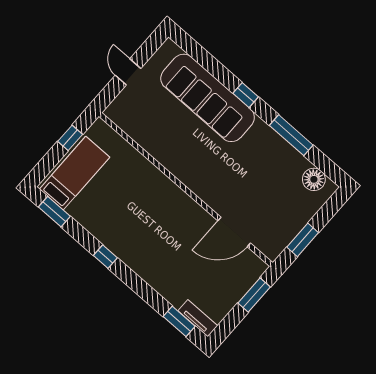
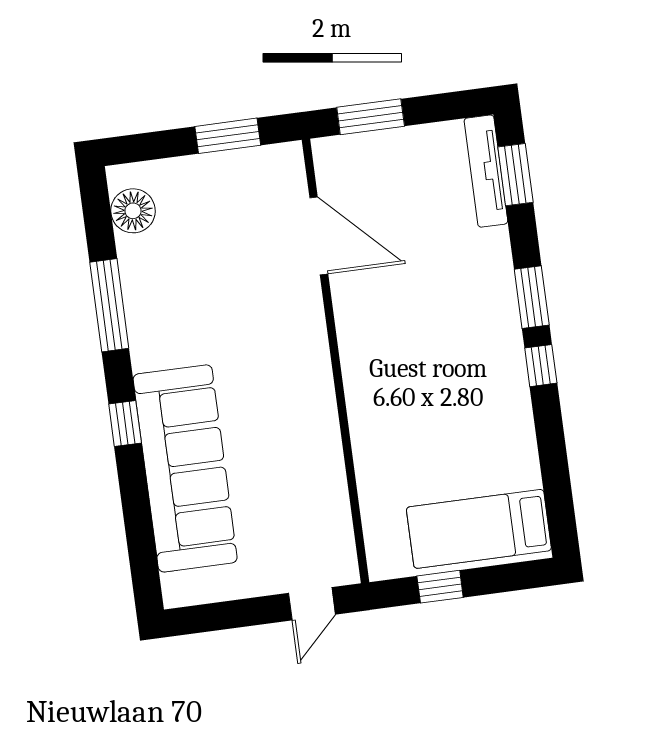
door: (128, 72) -> (312, 604), moved
window: (54, 212) -> (532, 297), moved
tv unit: (198, 318) -> (486, 171), width x1.41

